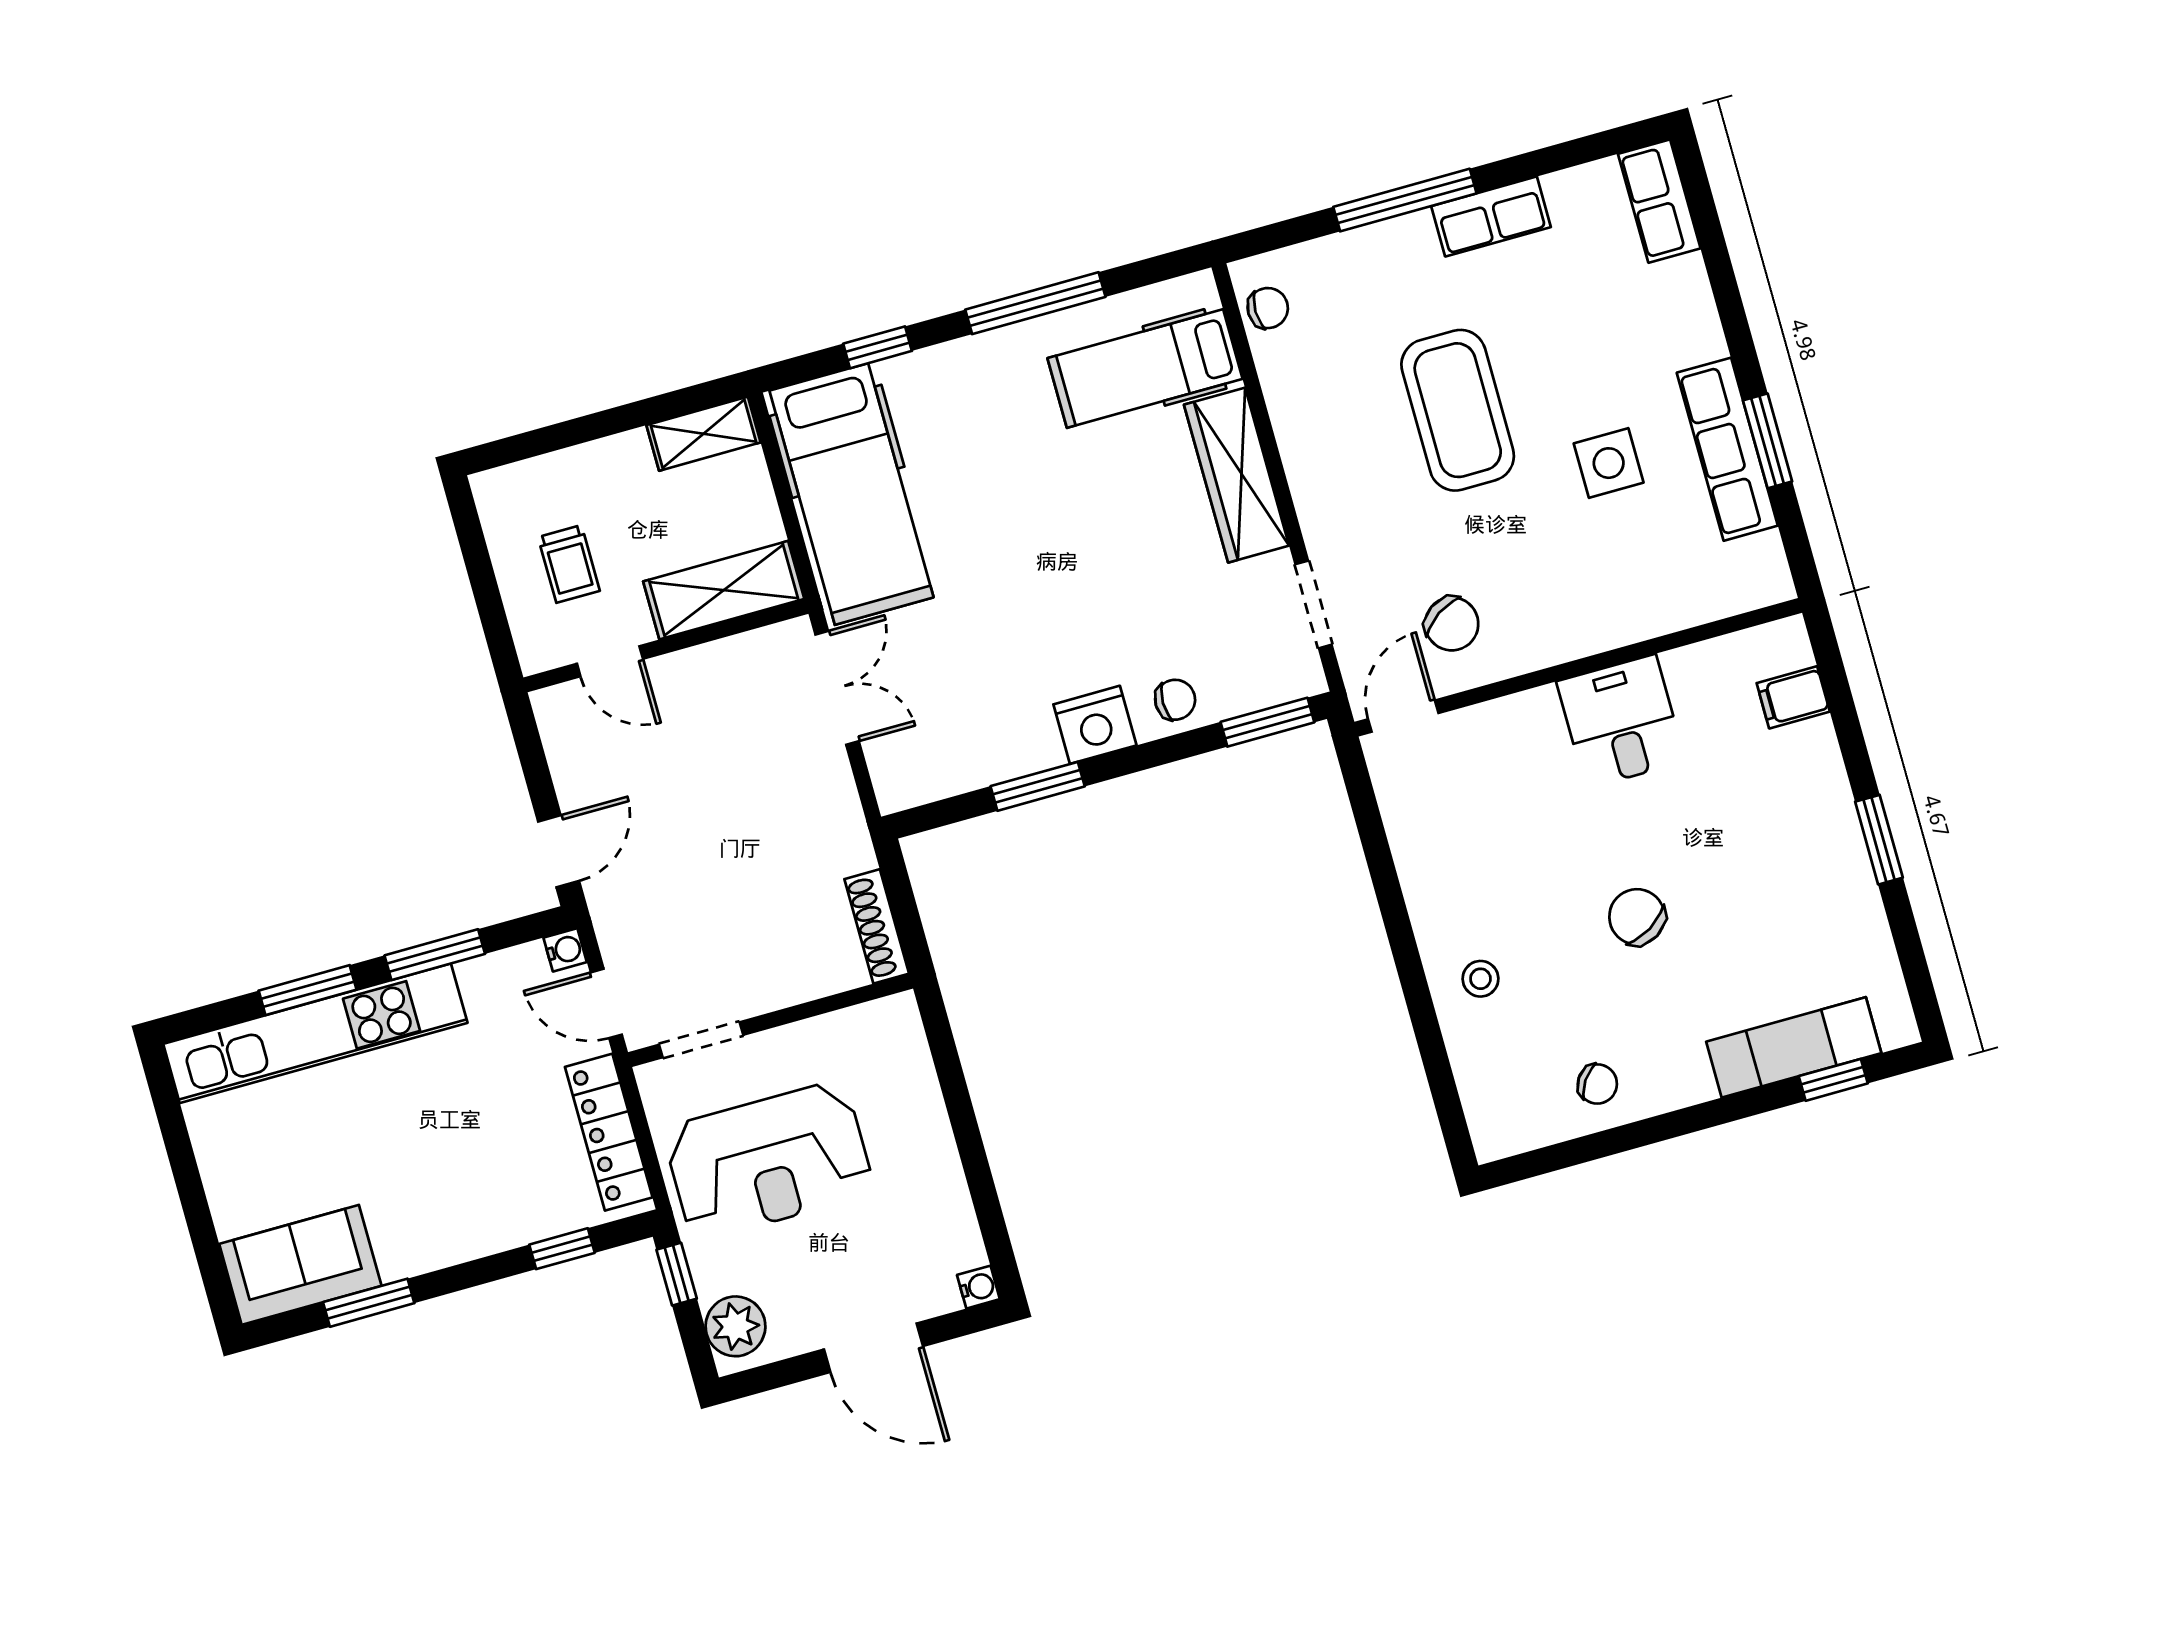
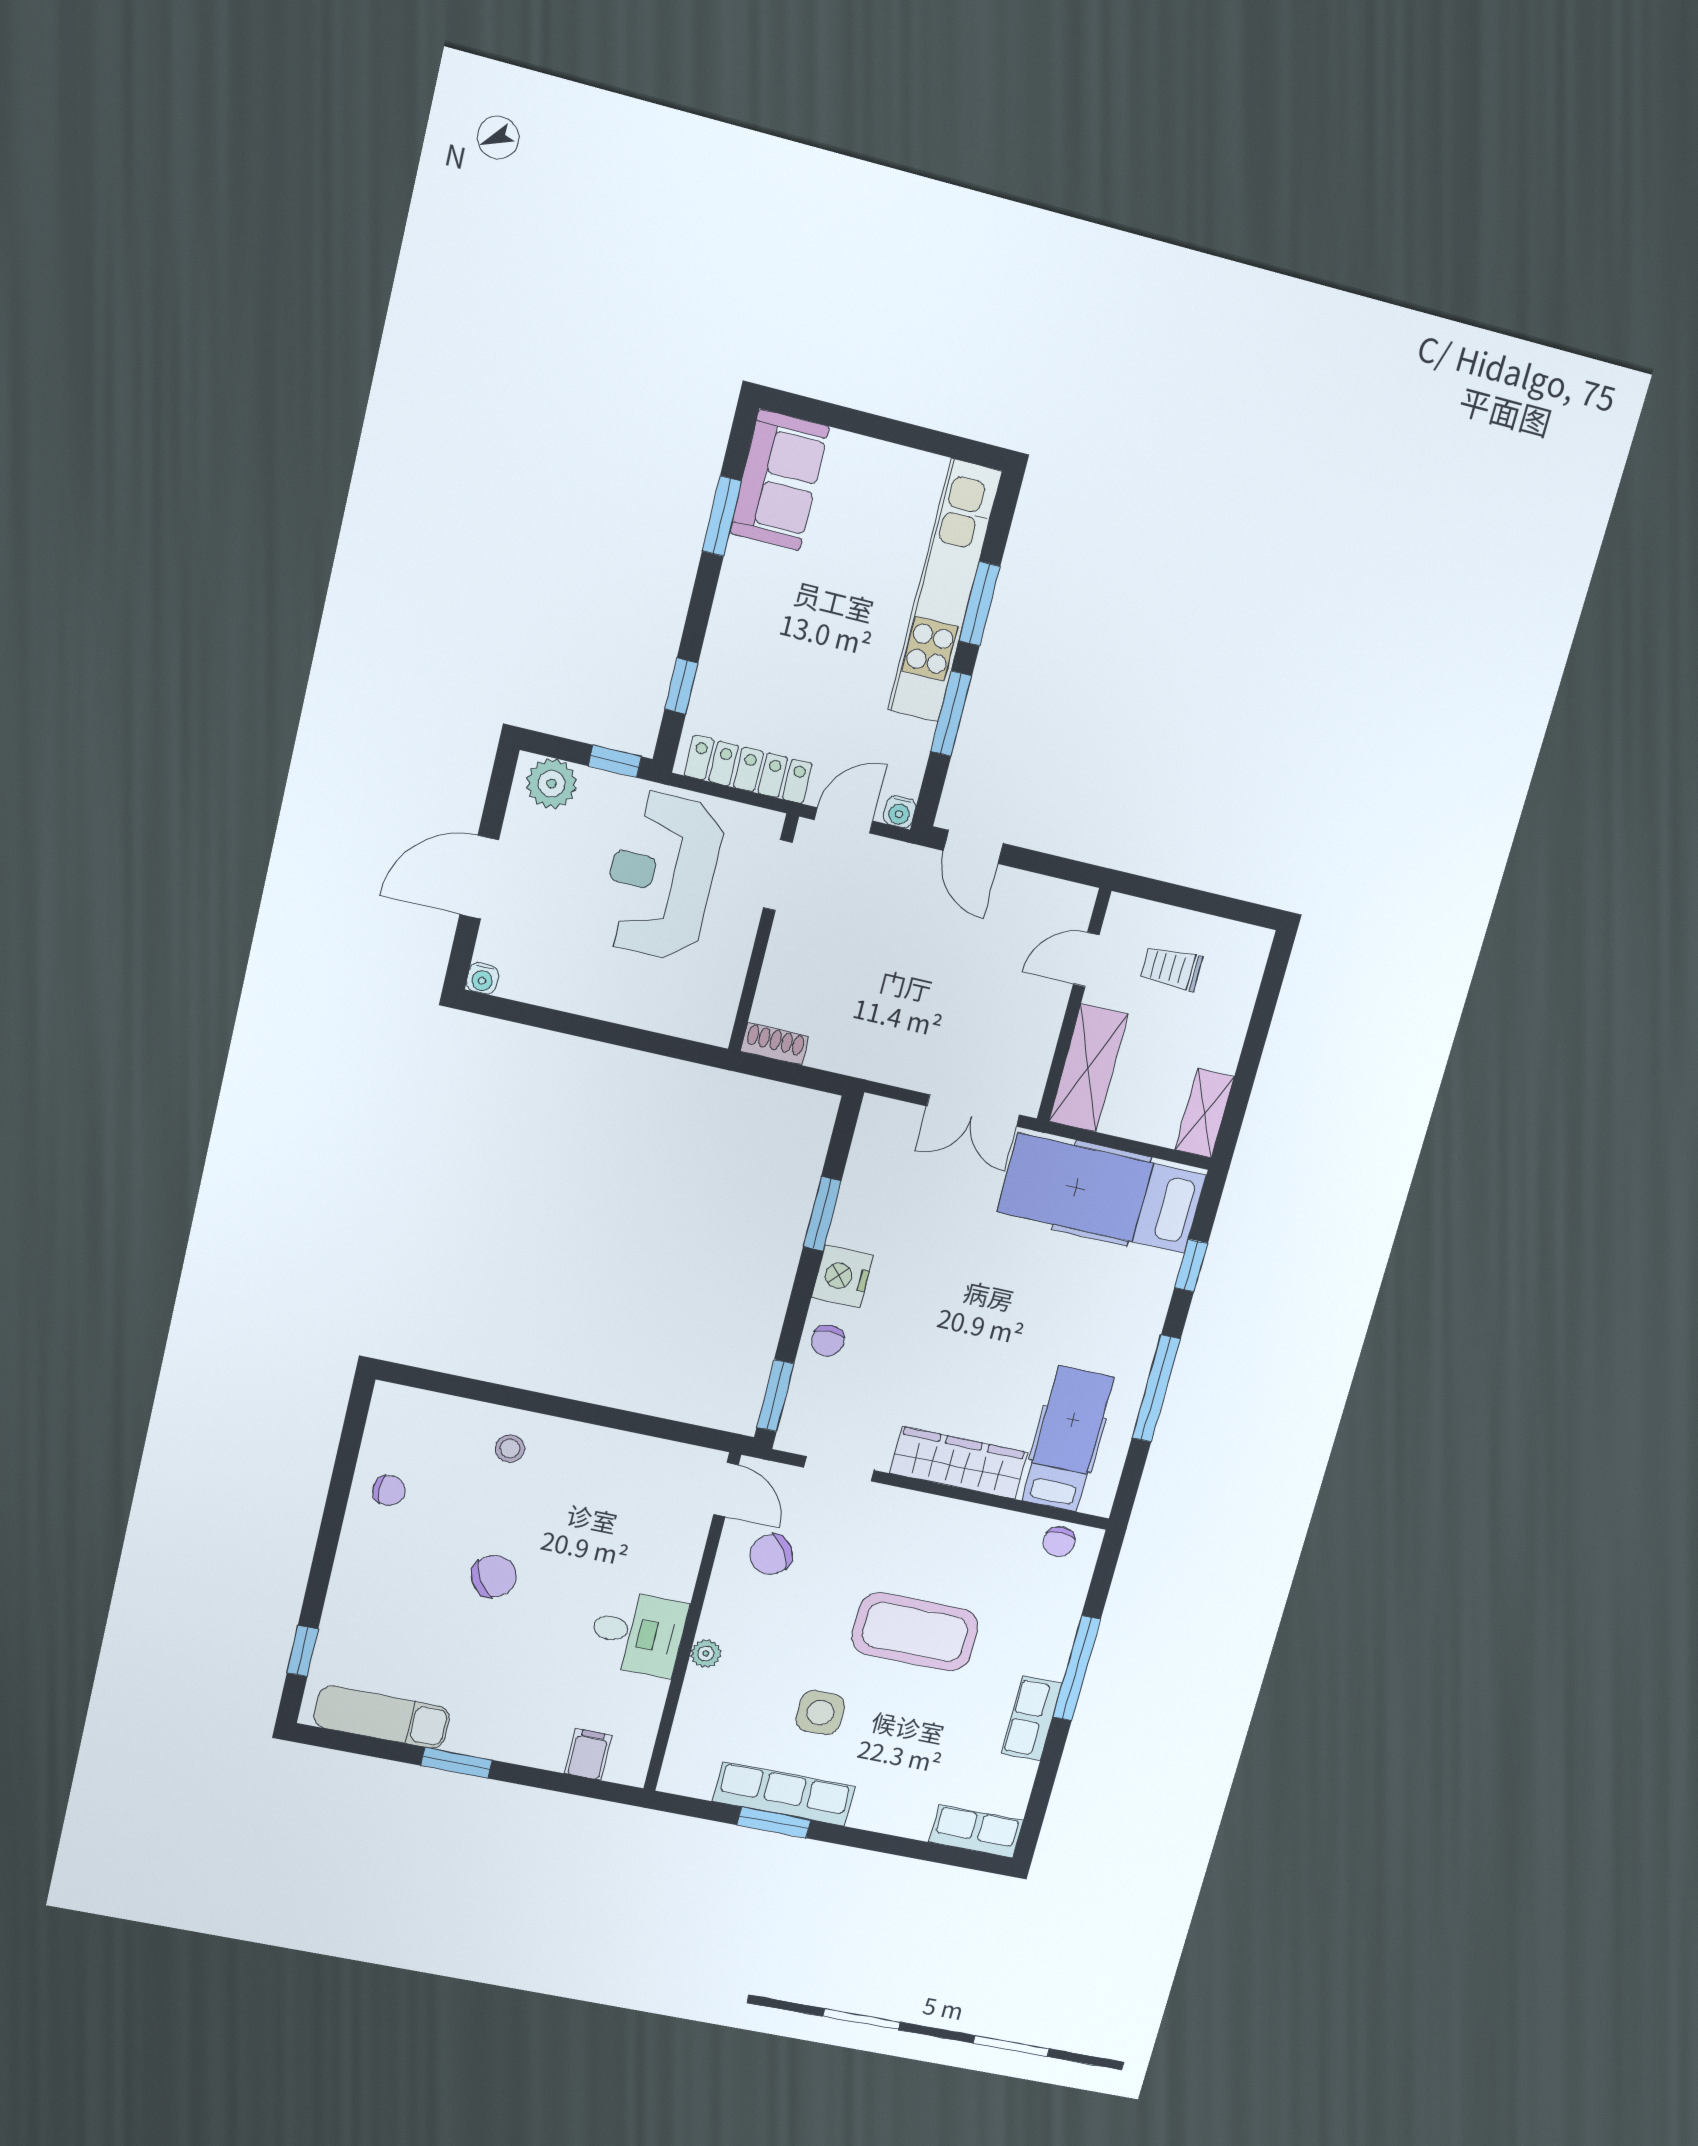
plant: (1605, 632) -> (706, 1654), added
shoe rack: (877, 926) -> (775, 1044), width x0.70
exam couch: (1794, 1047) -> (382, 1717), moved, turned -90
chair: (1597, 1084) -> (389, 1491), turned -124

